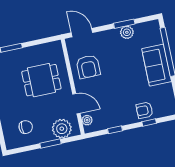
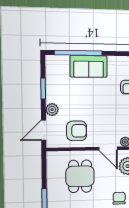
plant: (127, 32) -> (52, 110), moved
door: (76, 104) -> (108, 148), swing flipped

